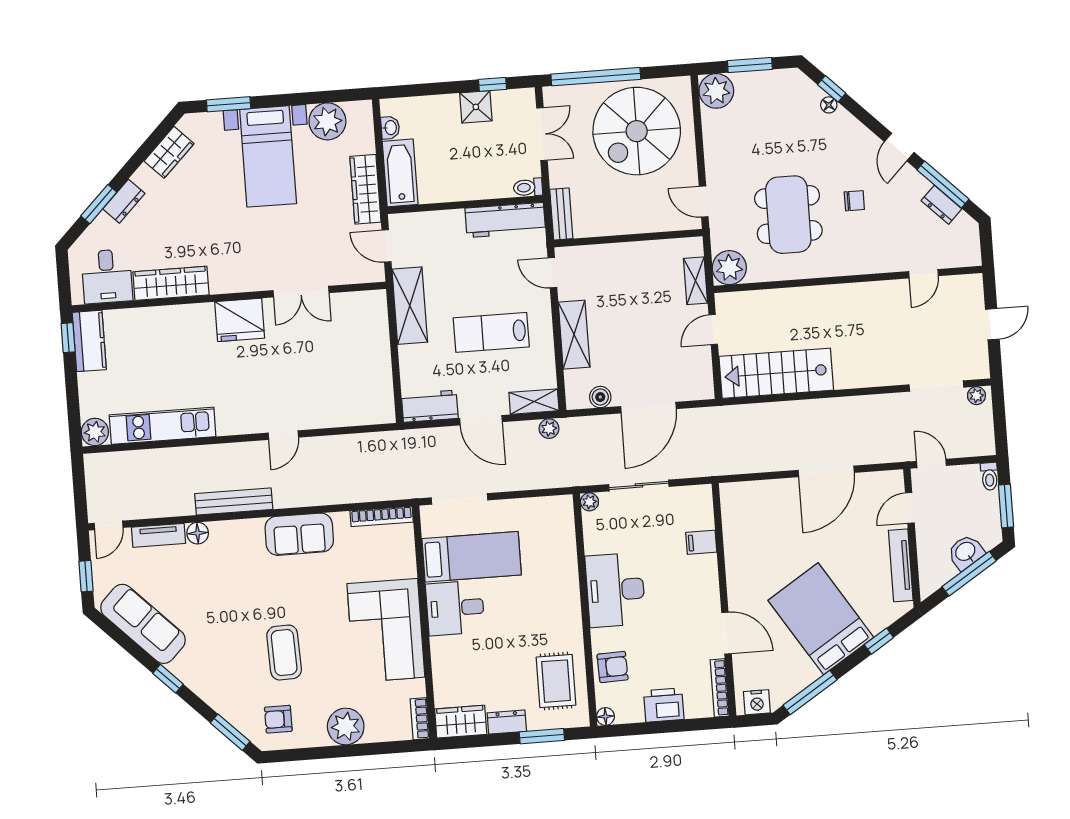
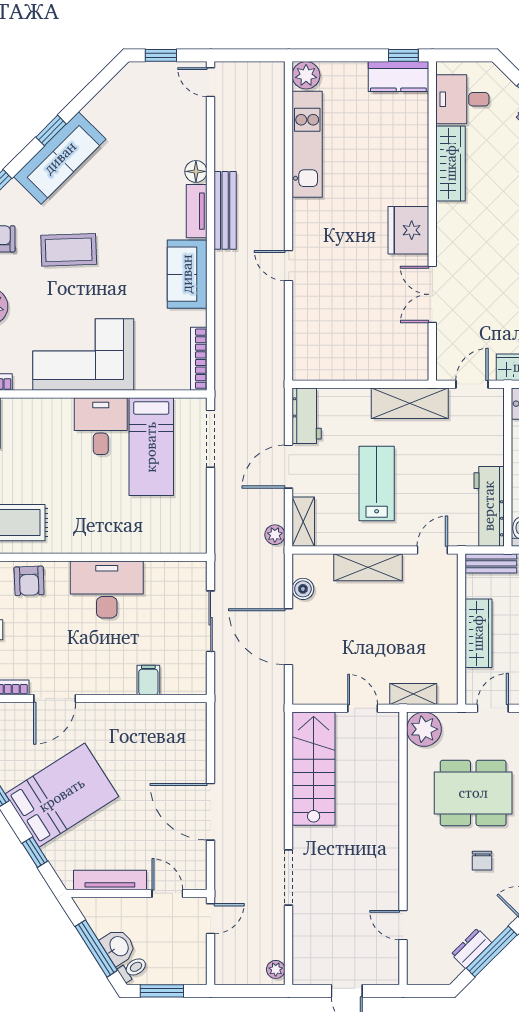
wardrobe: (631, 221) -> (478, 633), added
doorway: (936, 386) -> (289, 878), moved
toilet: (989, 476) -> (133, 969), moved, turned 148
plant: (589, 502) -> (198, 570), removed
tv unit: (158, 535) -> (197, 211), moved
sofa: (143, 624) -> (60, 158), moved

